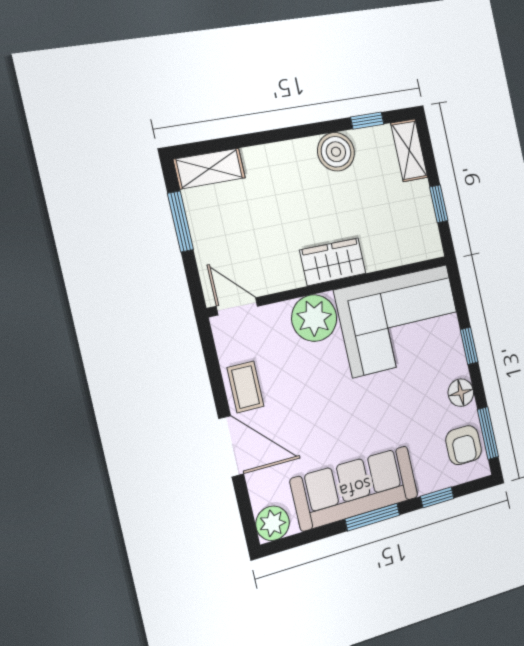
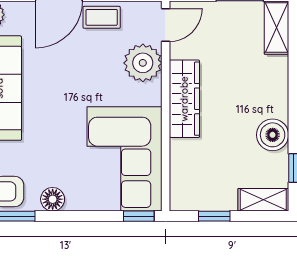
wardrobe: (333, 262) -> (184, 99), width x1.50
plant: (314, 318) -> (143, 63), moved
window: (469, 346) -> (139, 216), moved

